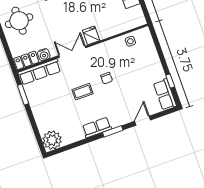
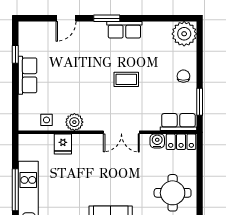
fridge: (91, 35) -> (63, 144), moved
plant: (109, 47) -> (74, 122), added
row of seats: (40, 72) -> (178, 122), width x0.68
chair: (107, 78) -> (183, 76), moved
row of seats: (165, 94) -> (28, 75), moved

